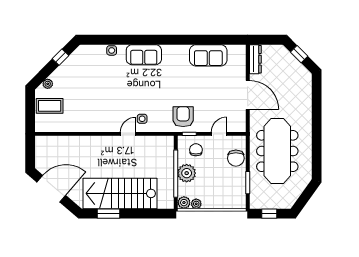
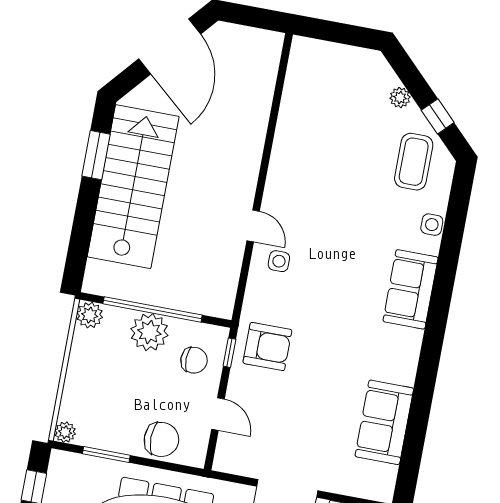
plant: (48, 84) -> (400, 98), moved
coffee table: (50, 106) -> (414, 162), moved
chair: (236, 158) -> (161, 439), turned 180
plant: (196, 204) -> (65, 432), moved

